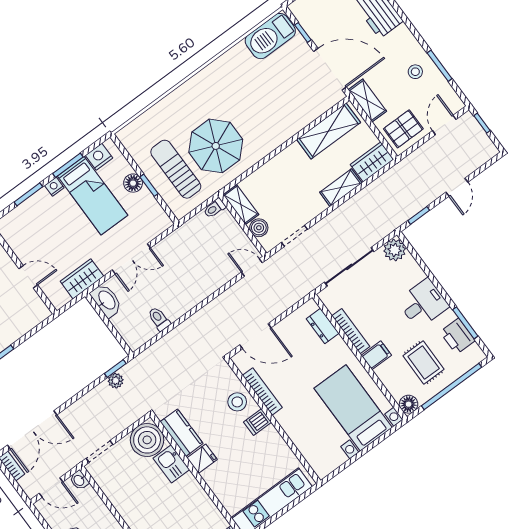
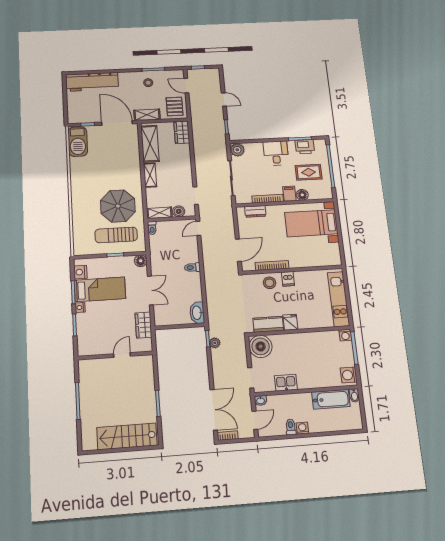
door: (330, 69) -> (117, 123), hinge flipped
floor lamp: (133, 183) -> (141, 261), moved
shelving: (341, 188) -> (150, 175), moved
washbasin: (106, 300) -> (197, 313), moved, turned -90
toilet: (159, 319) -> (192, 267), moved
floor lamp: (409, 404) -> (302, 195), moved
kitchen sink: (171, 464) -> (286, 383), moved, turned 180

